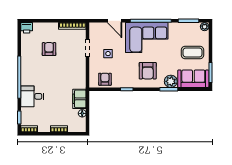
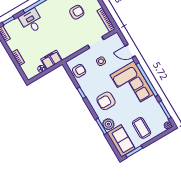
door: (115, 21) -> (130, 51), hinge flipped

